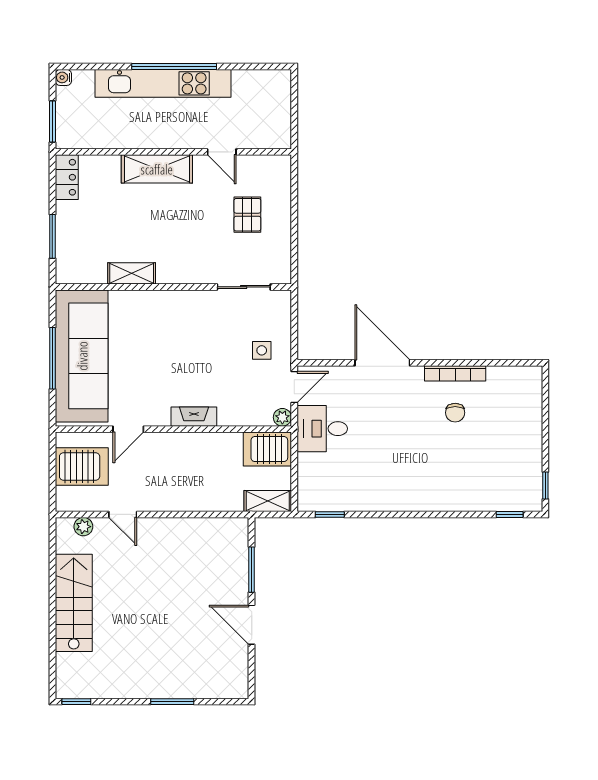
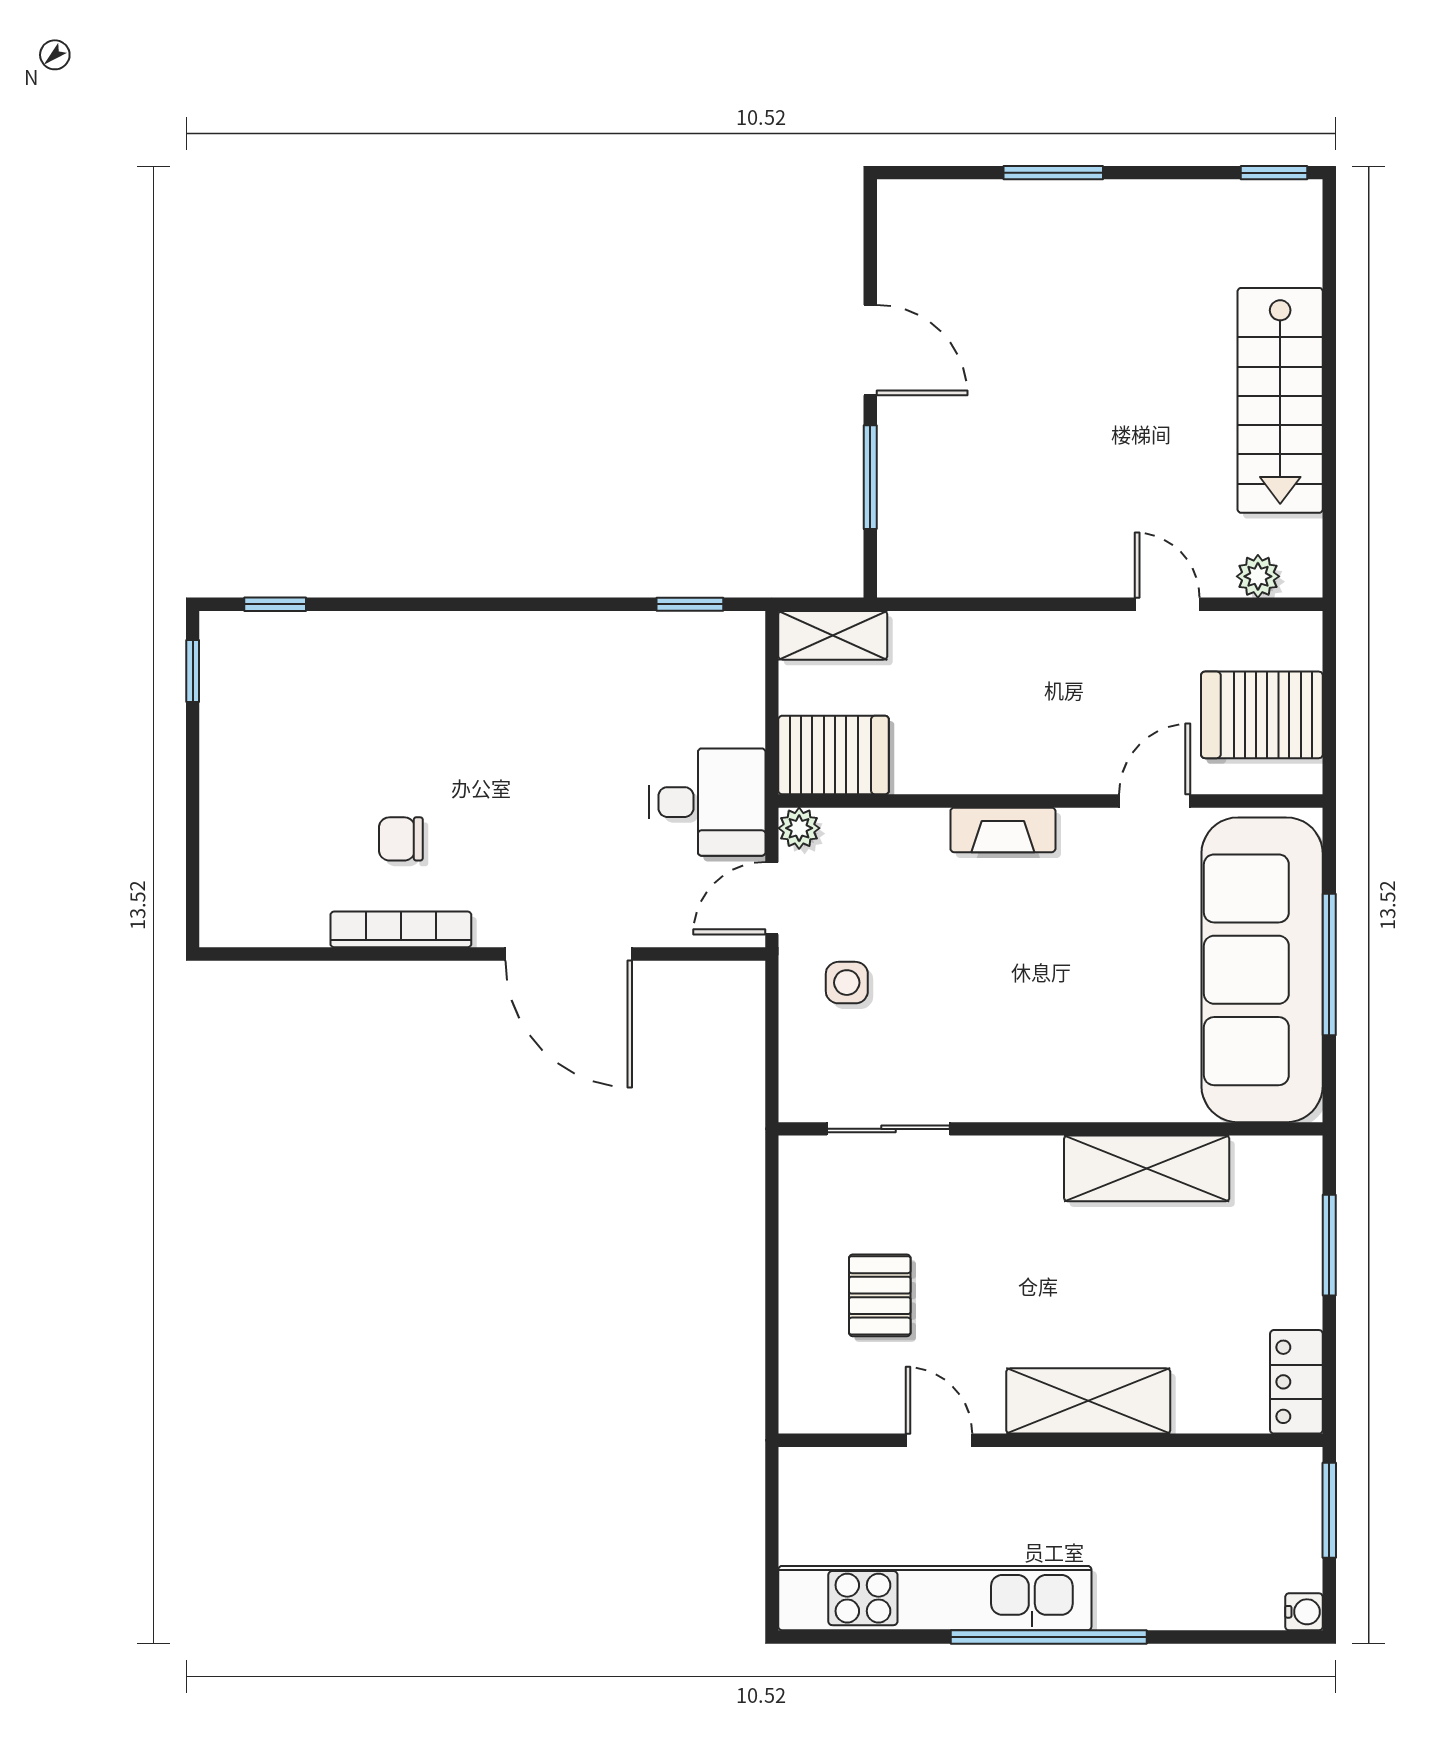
kitchen unit: (163, 83) -> (935, 1598), moved
shelving: (132, 273) -> (1147, 1168), width x1.50, depth x1.33
chair: (455, 413) -> (401, 839), turned -90

